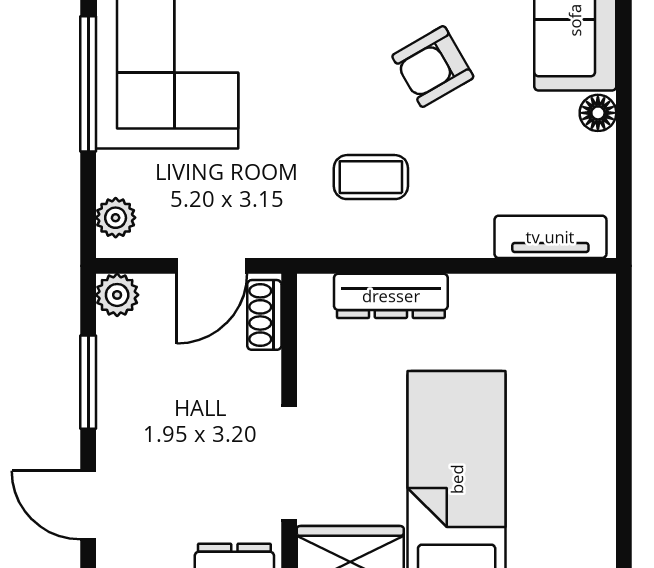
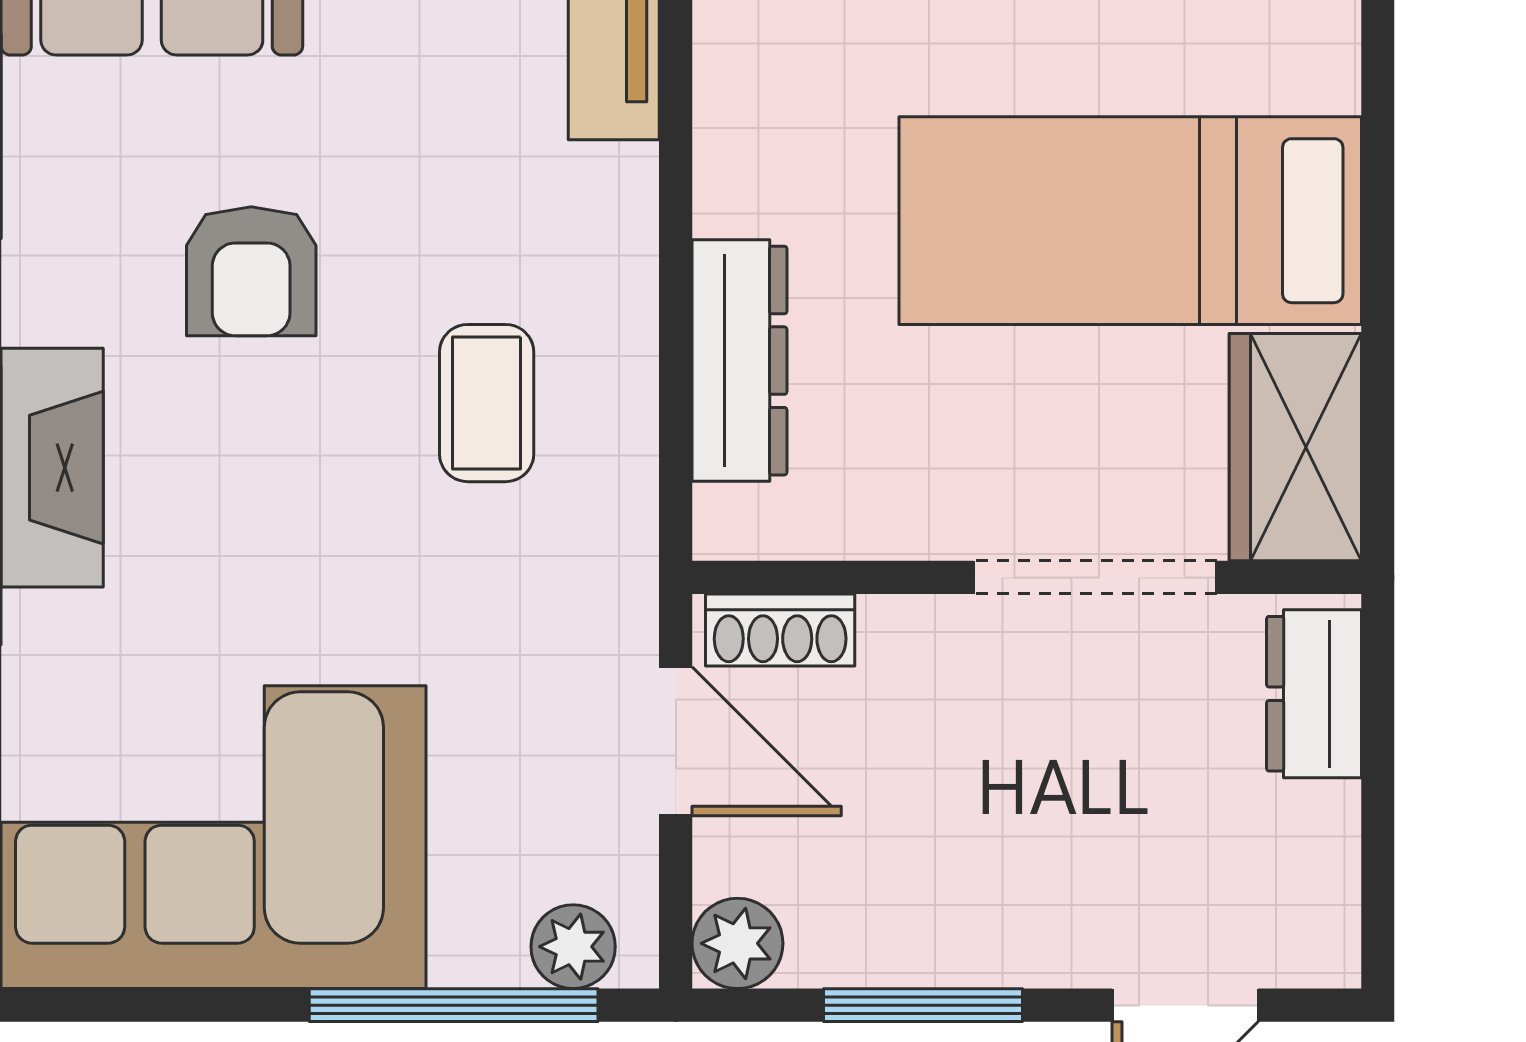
armchair: (433, 67) -> (251, 271), turned 30
window: (88, 84) -> (454, 1005), moved

